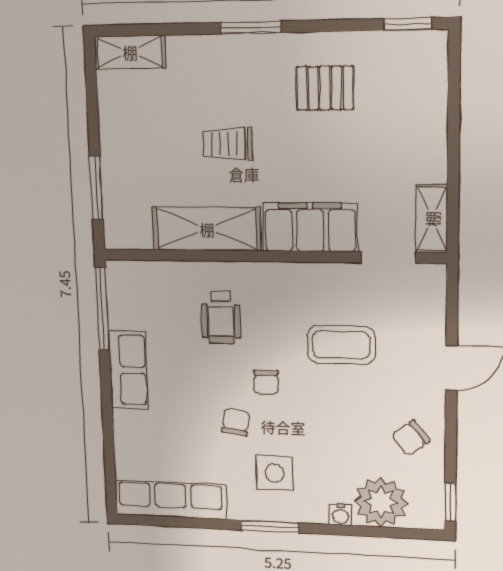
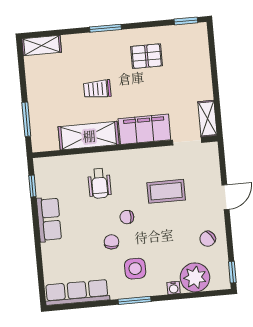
window: (102, 309) -> (32, 186), width x0.46
chair: (266, 382) -> (127, 217), turned 90

